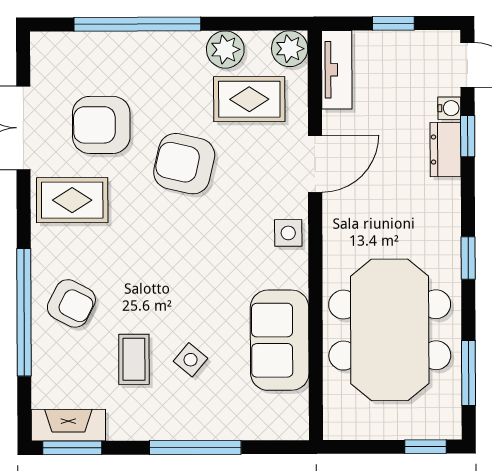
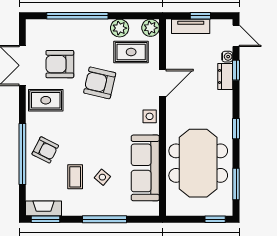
tv unit: (337, 70) -> (191, 26), moved, turned 90
sofa: (280, 340) -> (145, 168), width x1.36

